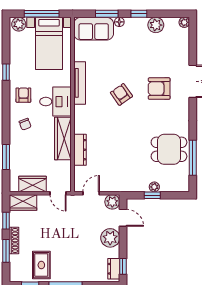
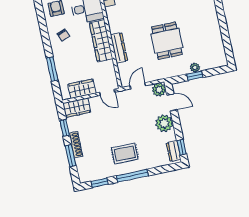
dining table: (169, 149) -> (167, 41), moved, turned 90
window: (193, 158) -> (225, 33), removed
rug: (41, 265) -> (125, 153), moved, turned 90

